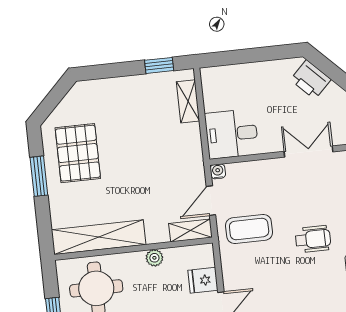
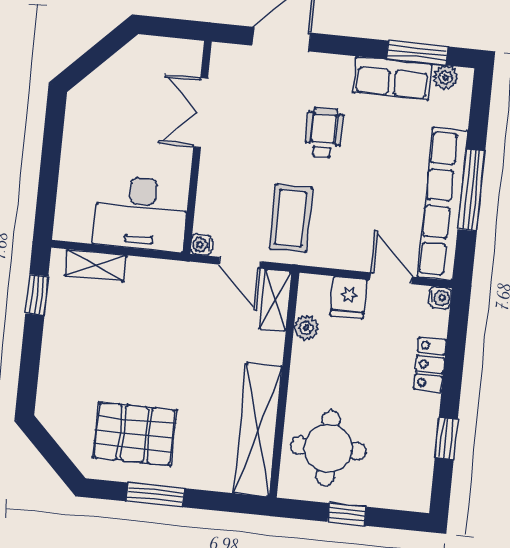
printer: (311, 80) -> (101, 88), removed
desk: (232, 134) -> (141, 213), width x1.37
plant: (154, 258) -> (306, 328), moved

